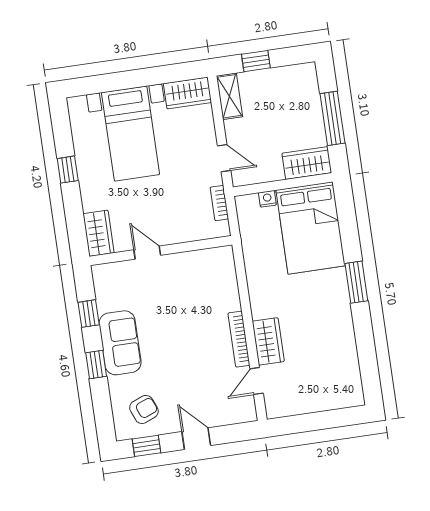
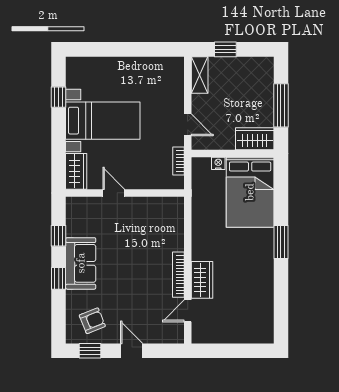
wardrobe: (187, 93) -> (166, 67), removed
bed with nightstands: (131, 134) -> (103, 121), moved, turned -90
window: (68, 170) -> (59, 97), moved

